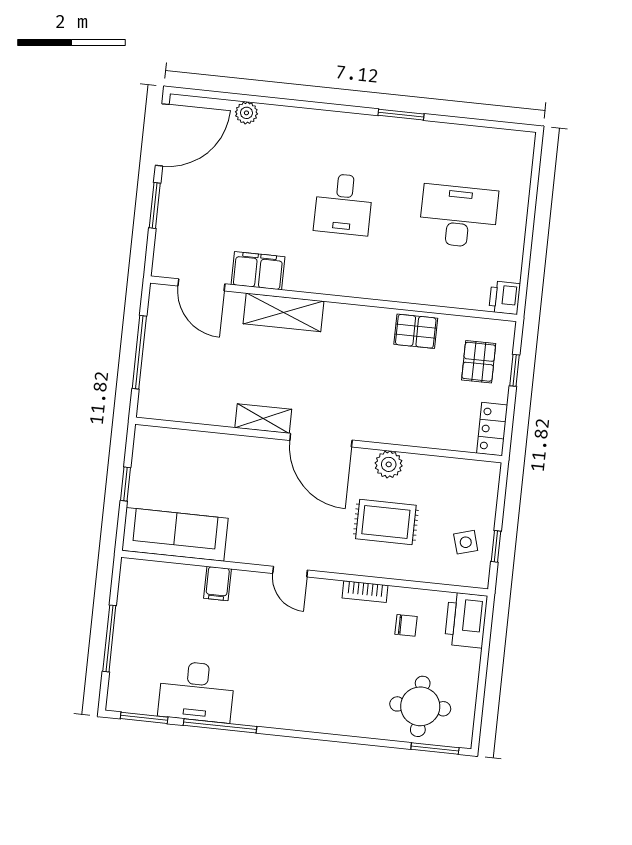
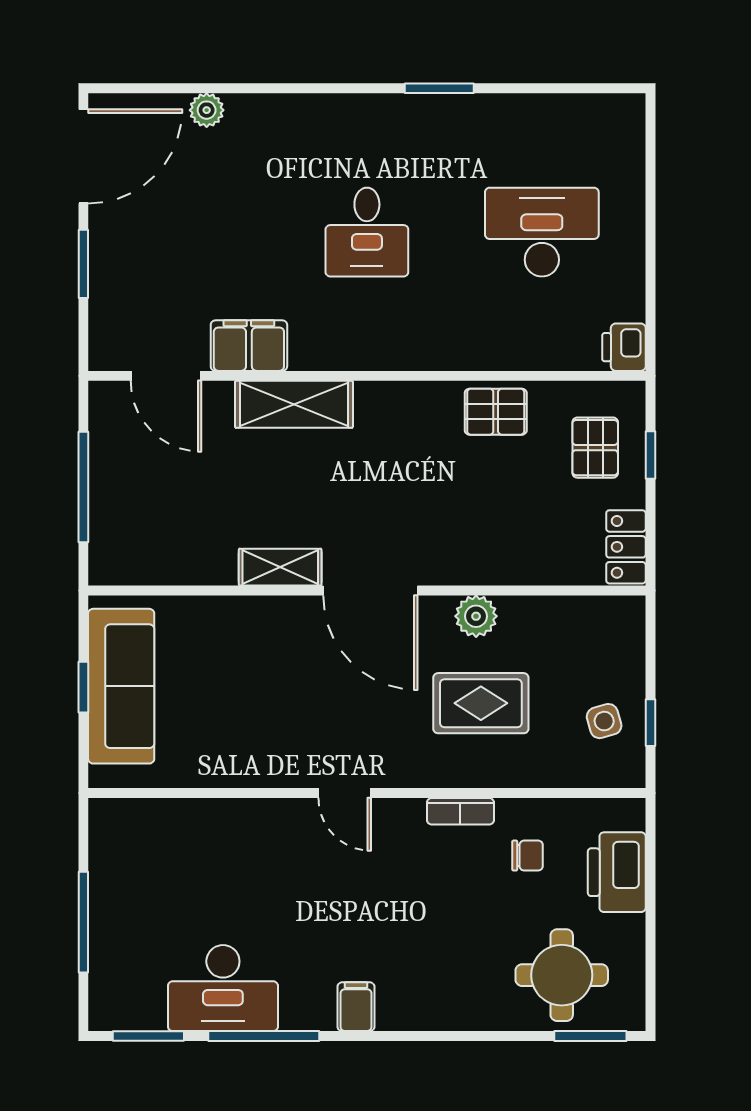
sofa: (175, 534) -> (121, 686), moved, turned 90
filing cabinet: (217, 584) -> (356, 1007), moved, turned 180
printer: (466, 620) -> (617, 872), moved

